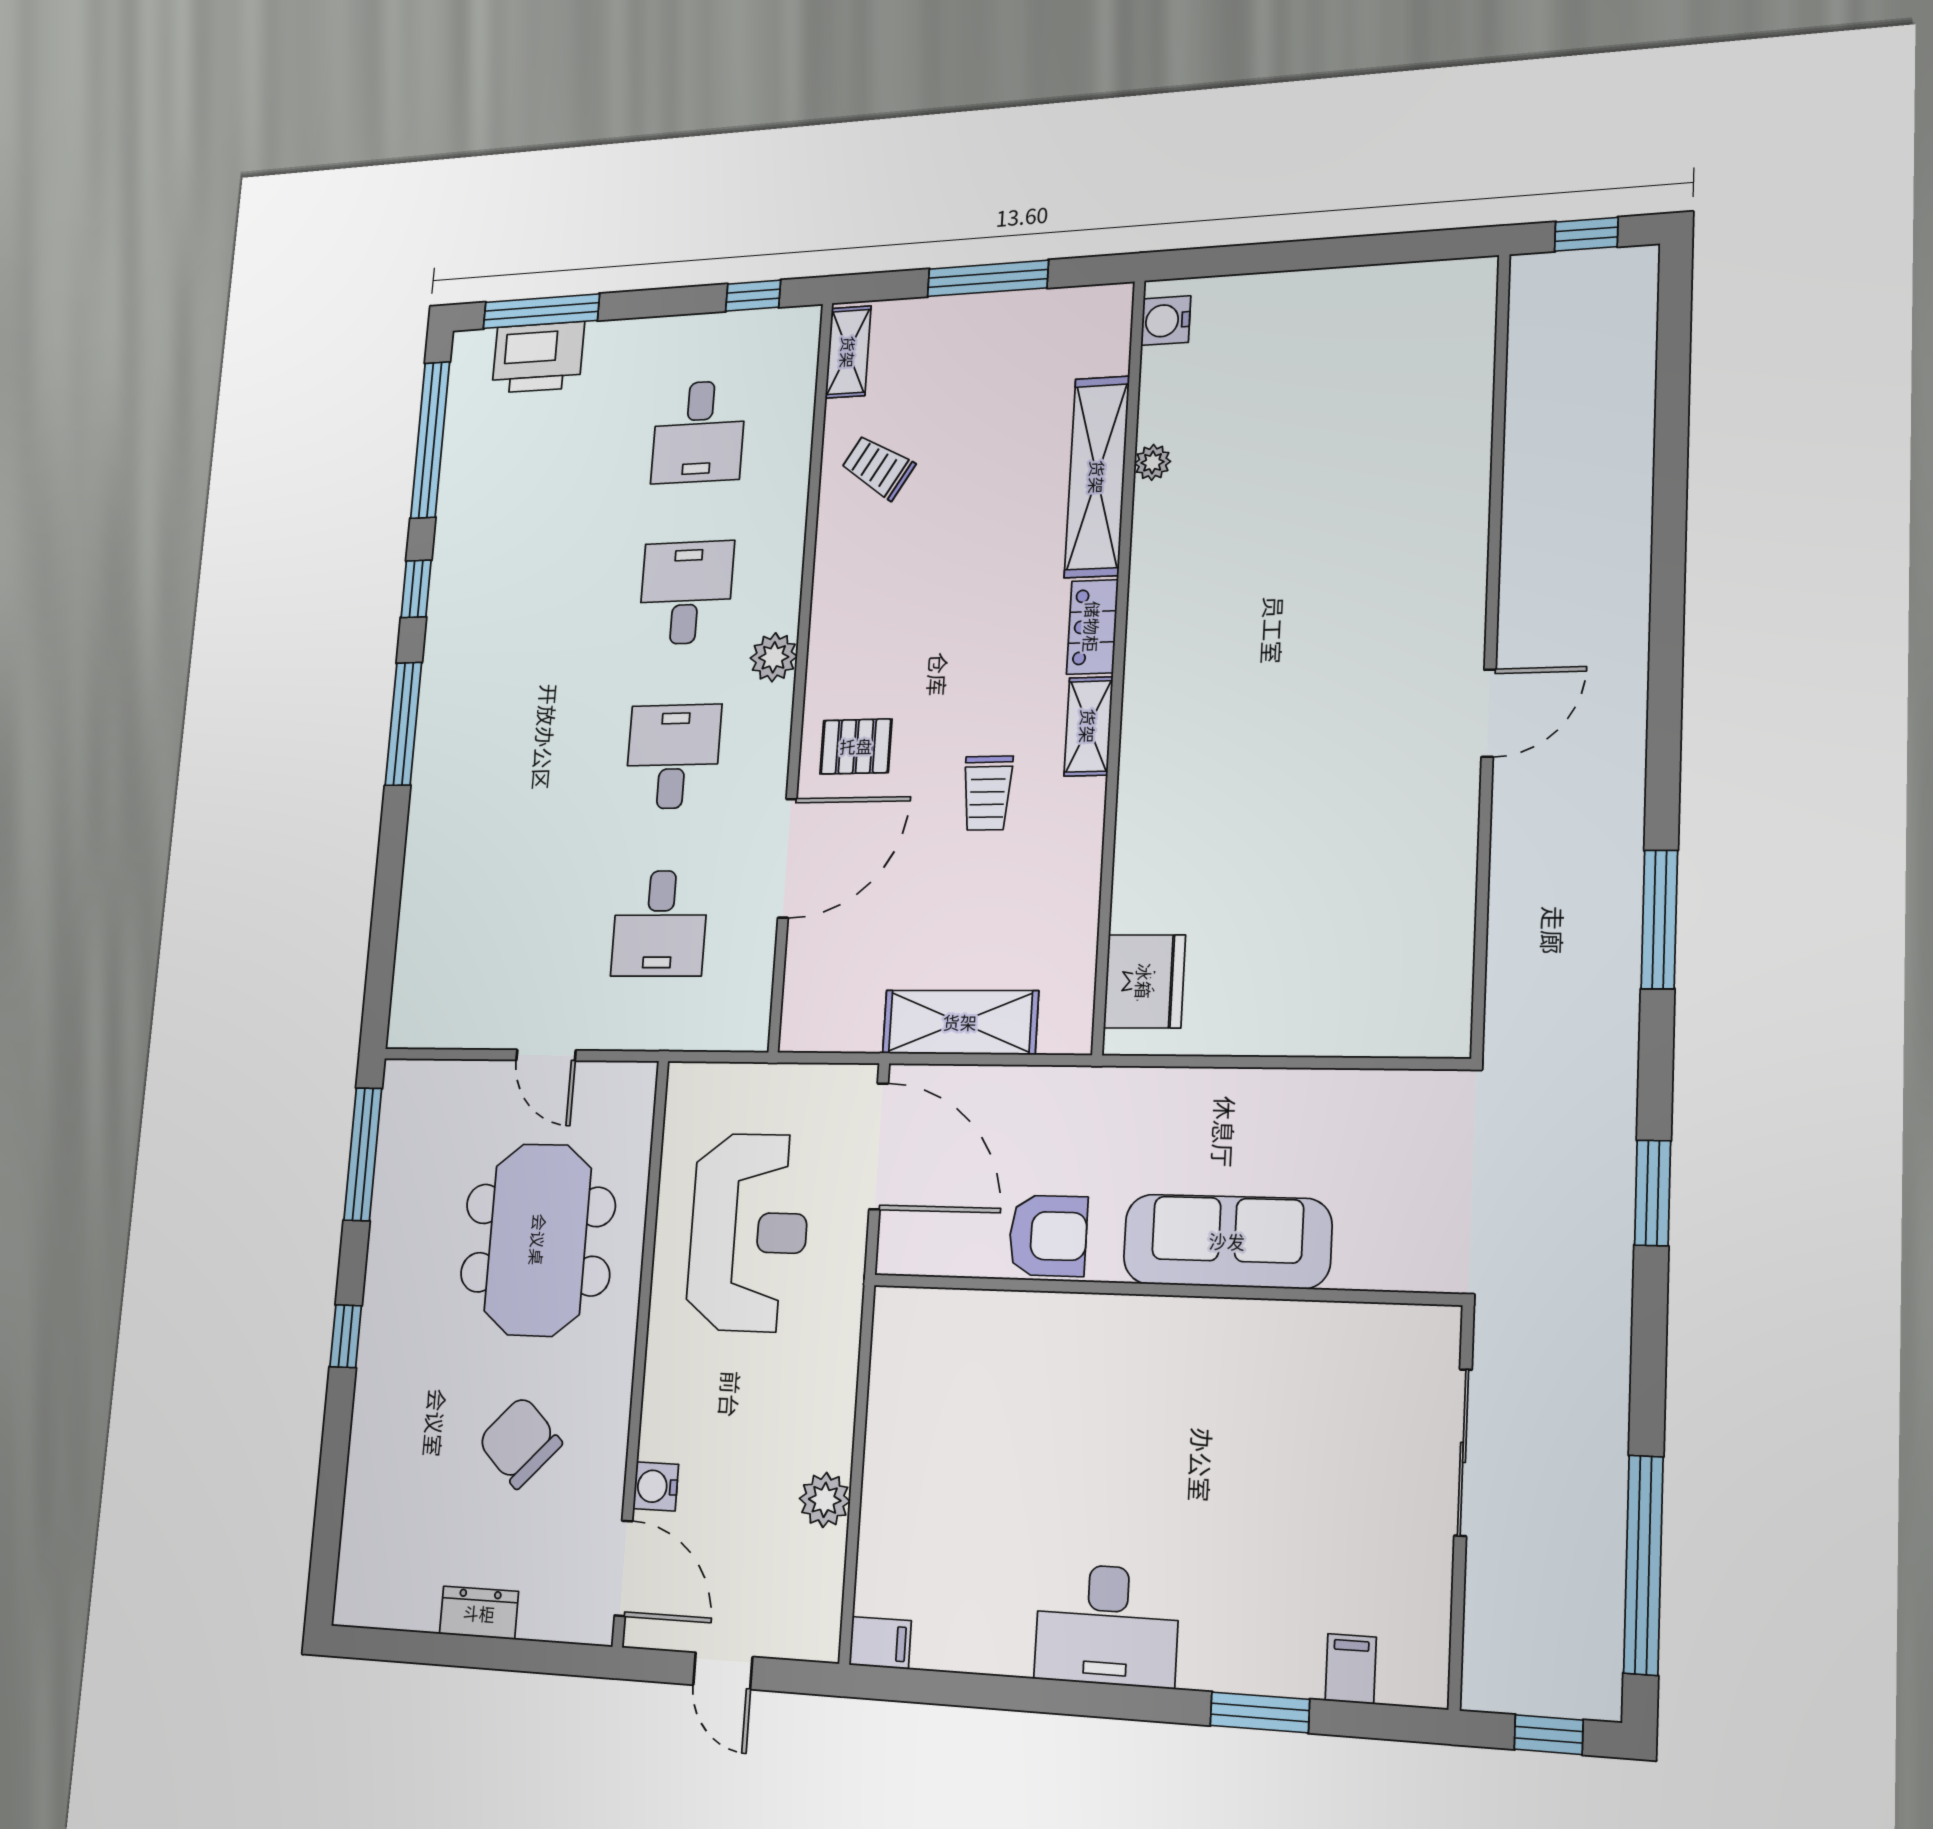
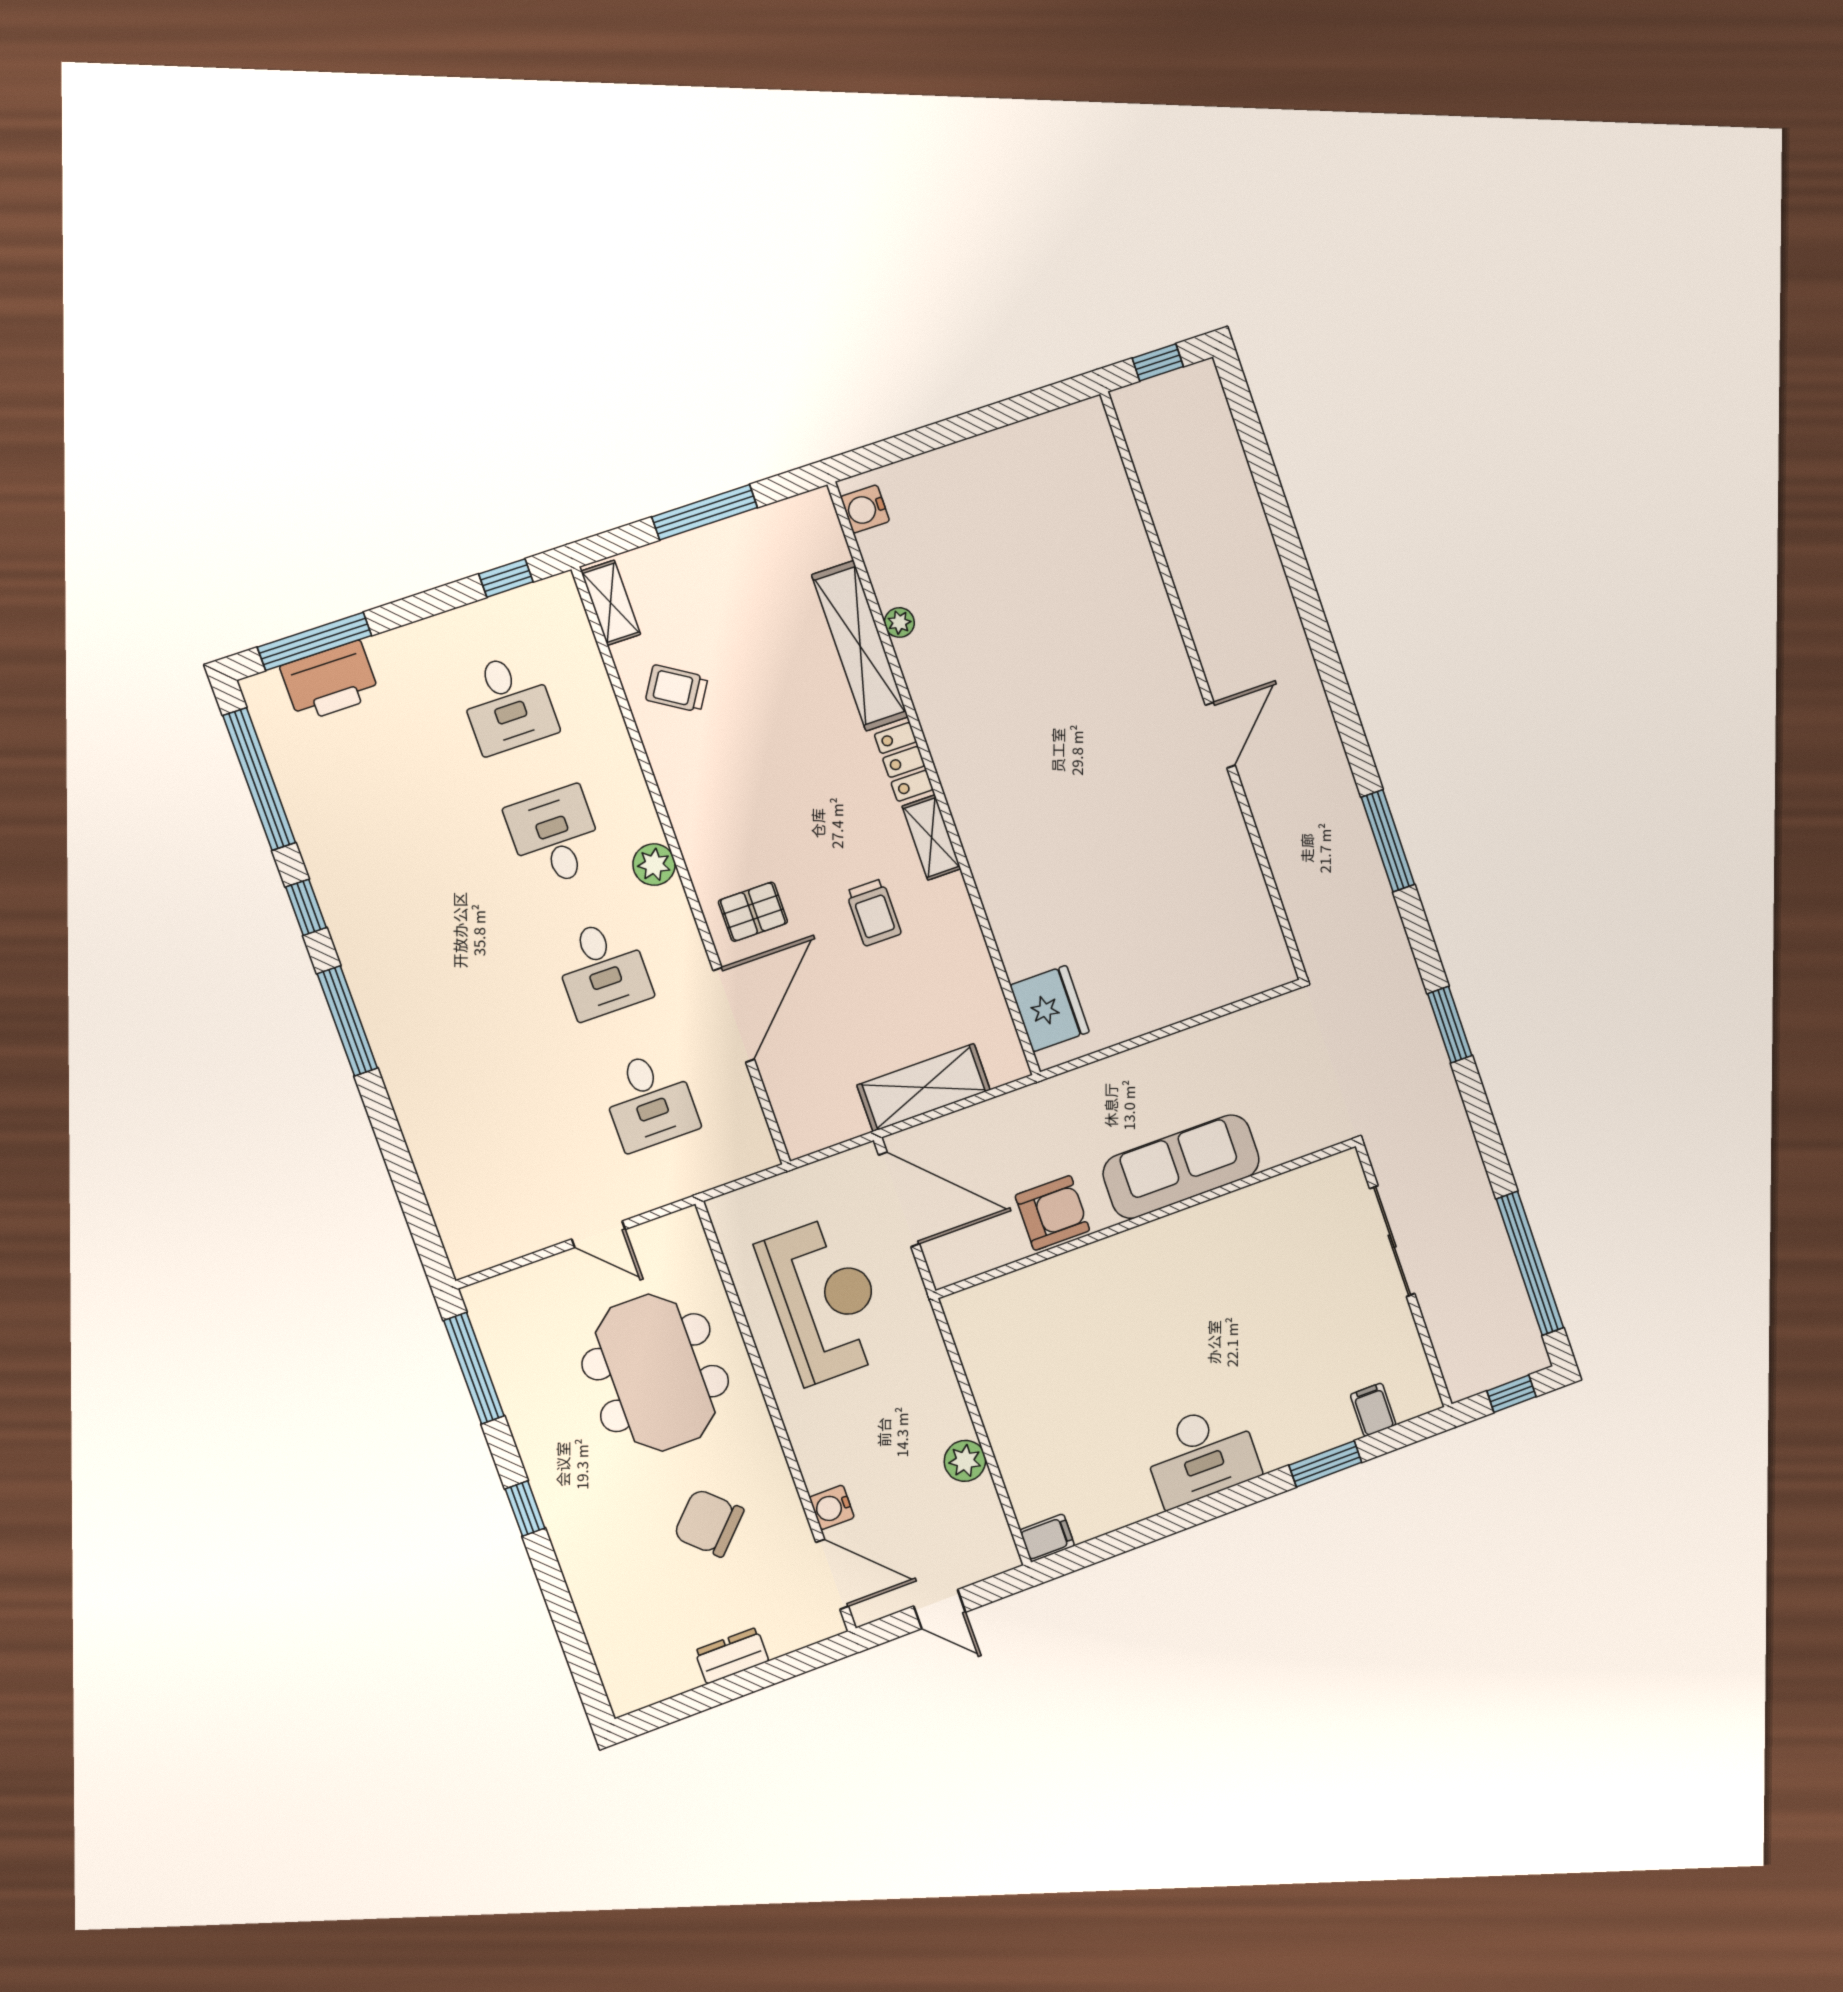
desk: (673, 757) -> (602, 969), turned 180

